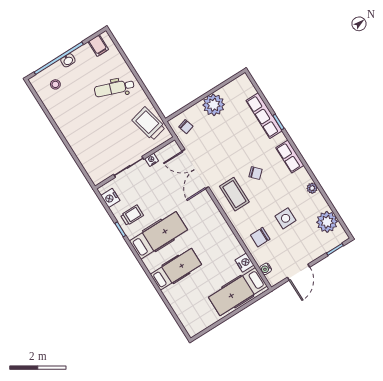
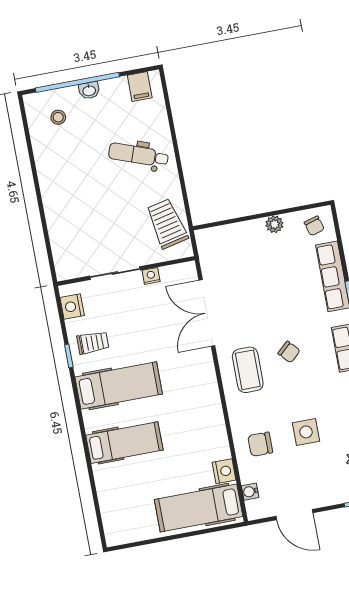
plant: (214, 105) -> (274, 224), width x0.53, depth x0.53
chair: (186, 127) -> (314, 226), moved
door: (299, 272) -> (294, 515), hinge flipped

